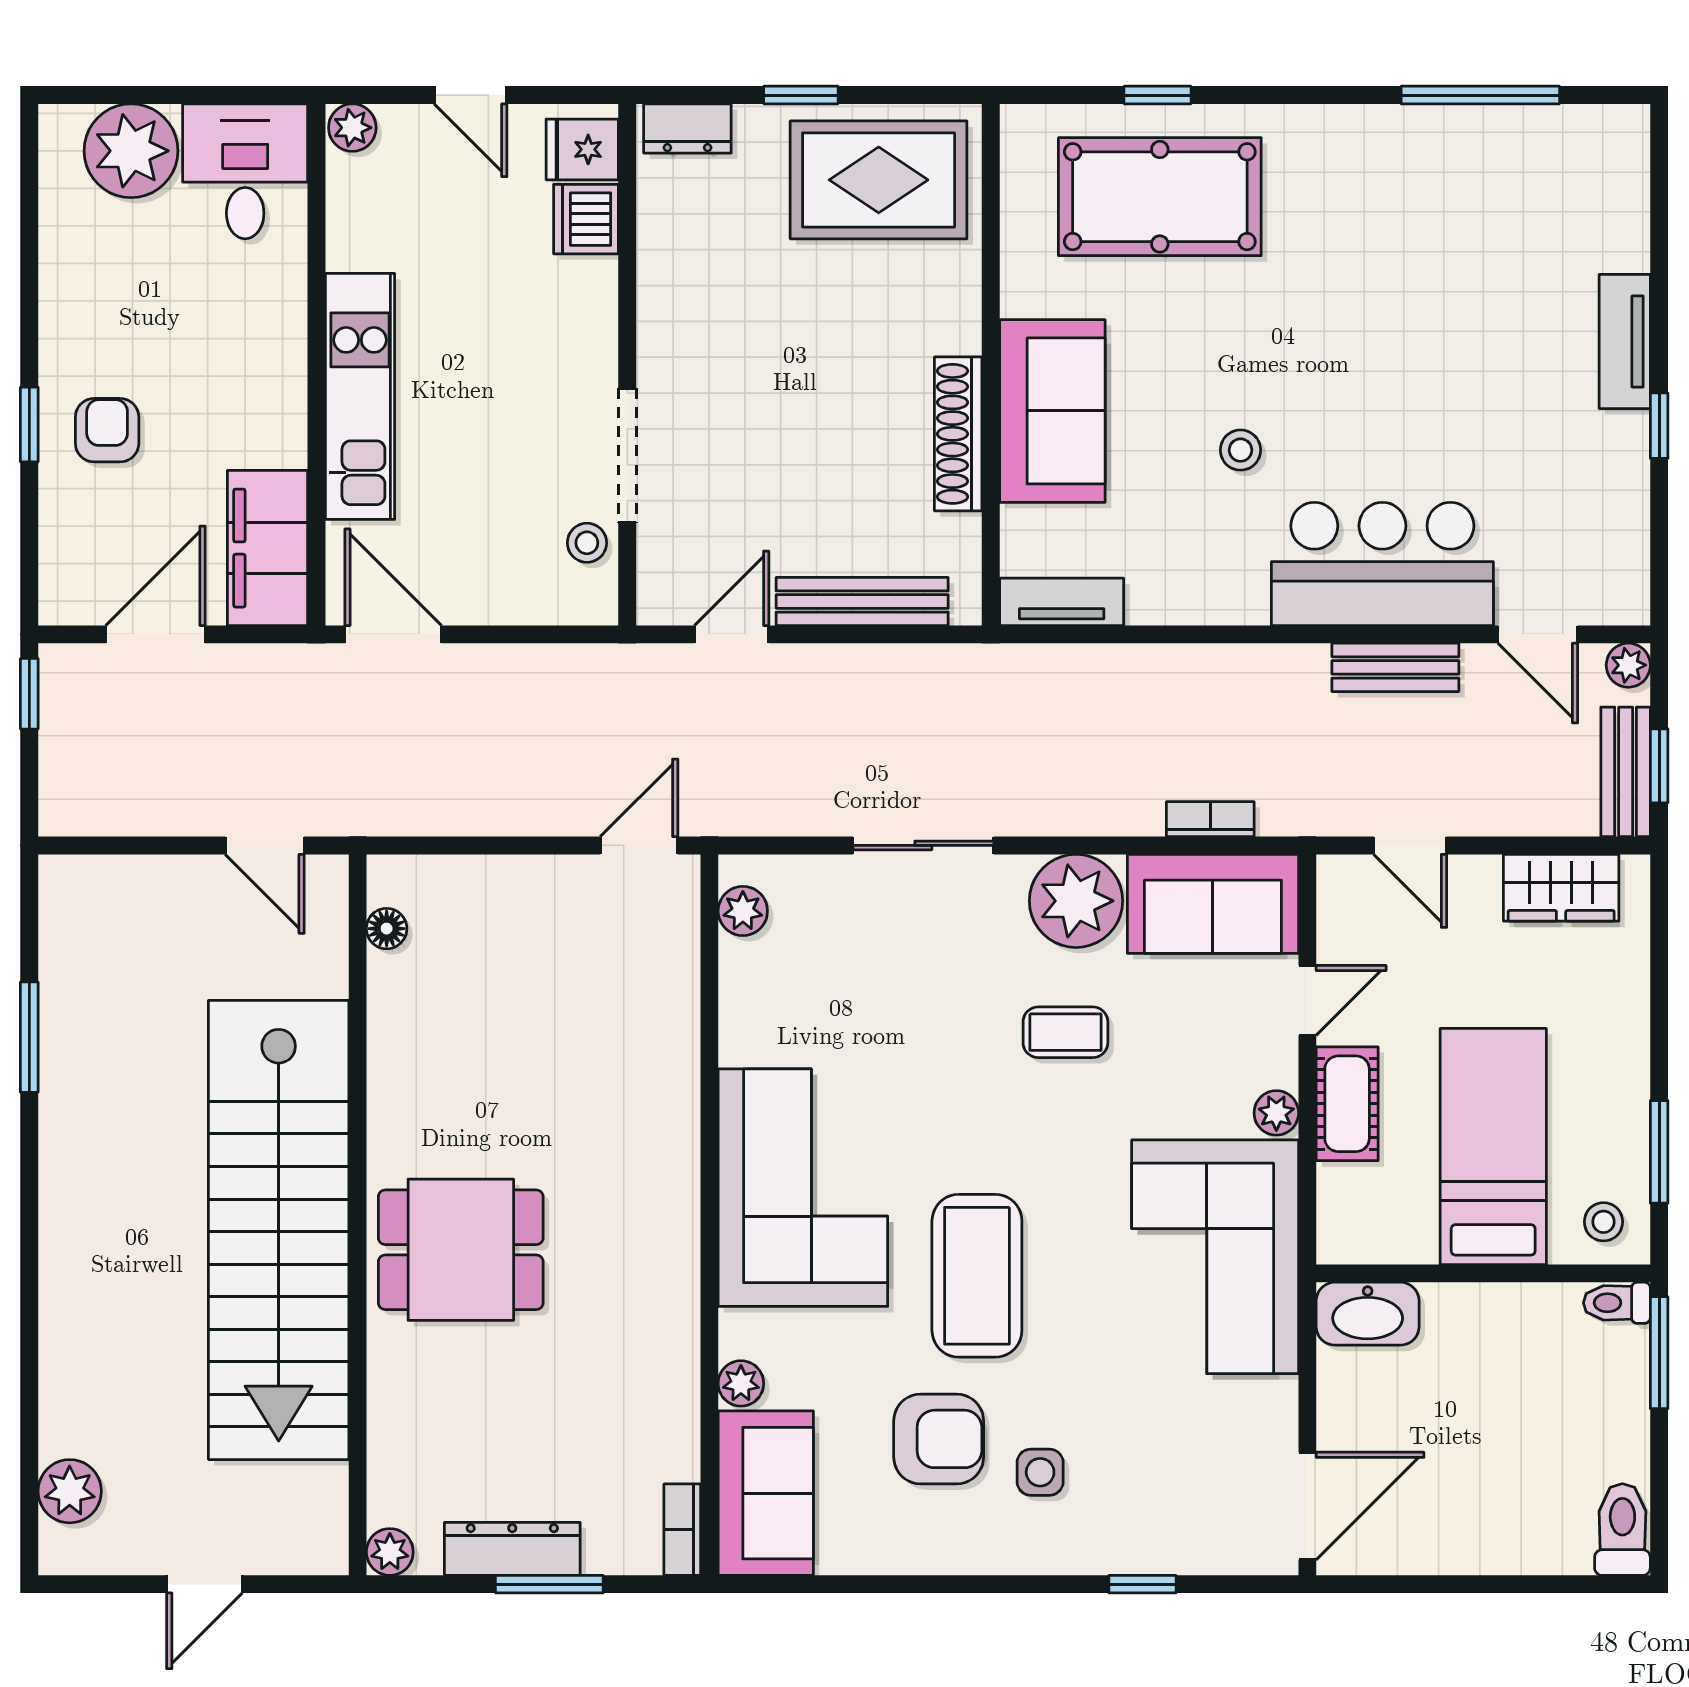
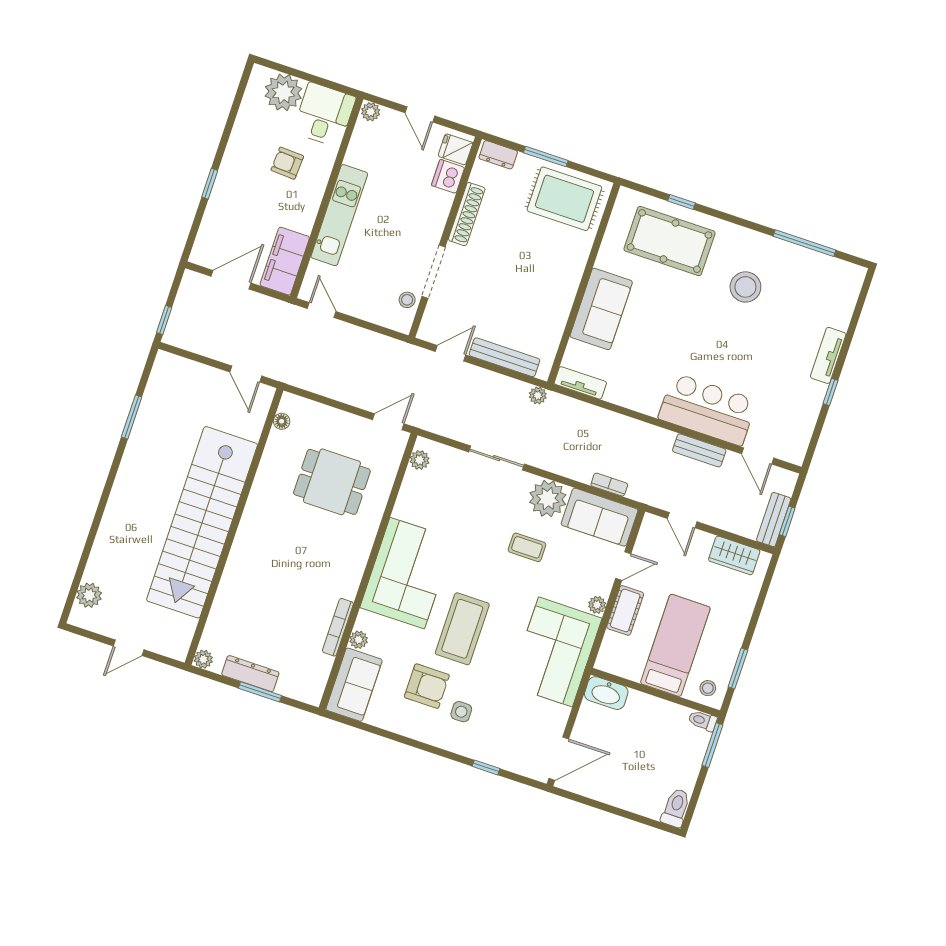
window: (801, 95) -> (546, 157), width x1.50
armchair: (107, 430) -> (287, 163), moved, turned -87
shoe rack: (958, 434) -> (467, 214), moved, turned 180
stool: (1240, 450) -> (745, 287), moved, width x1.89, depth x1.89
door: (393, 634) -> (322, 310), width x0.73
plant: (1628, 665) -> (538, 395), moved
window: (29, 694) -> (164, 320), moved
dining table: (461, 1250) -> (332, 482), moved
bookcase: (682, 1530) -> (338, 627), moved, width x1.56

